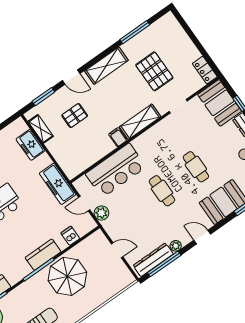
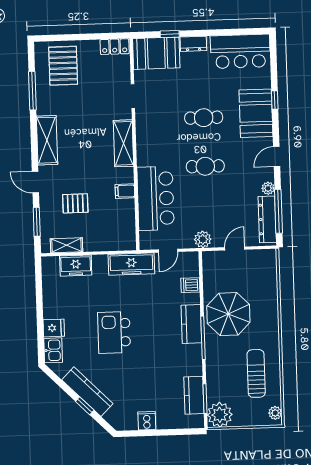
pallet: (154, 71) -> (63, 66), moved, turned 90
door: (71, 77) -> (35, 182), swing flipped
pallet: (75, 116) -> (75, 203), turned 90
filing cabinet: (118, 137) -> (125, 191), moved
plant: (101, 213) -> (203, 239), moved

